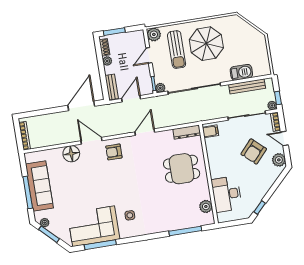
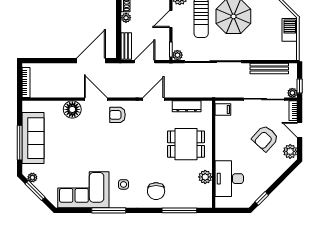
barbecue: (241, 72) -> (290, 30), moved, turned -90
dresser: (187, 132) -> (187, 106), moved
plant: (206, 206) -> (205, 177), moved
chair: (161, 217) -> (156, 191), added
window: (100, 245) -> (109, 210), moved

